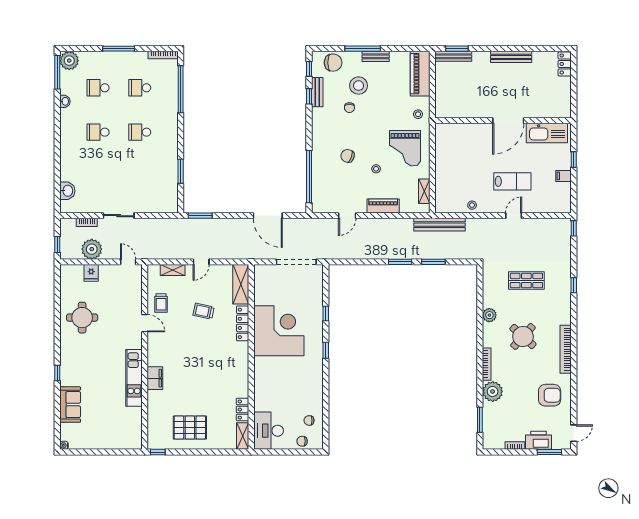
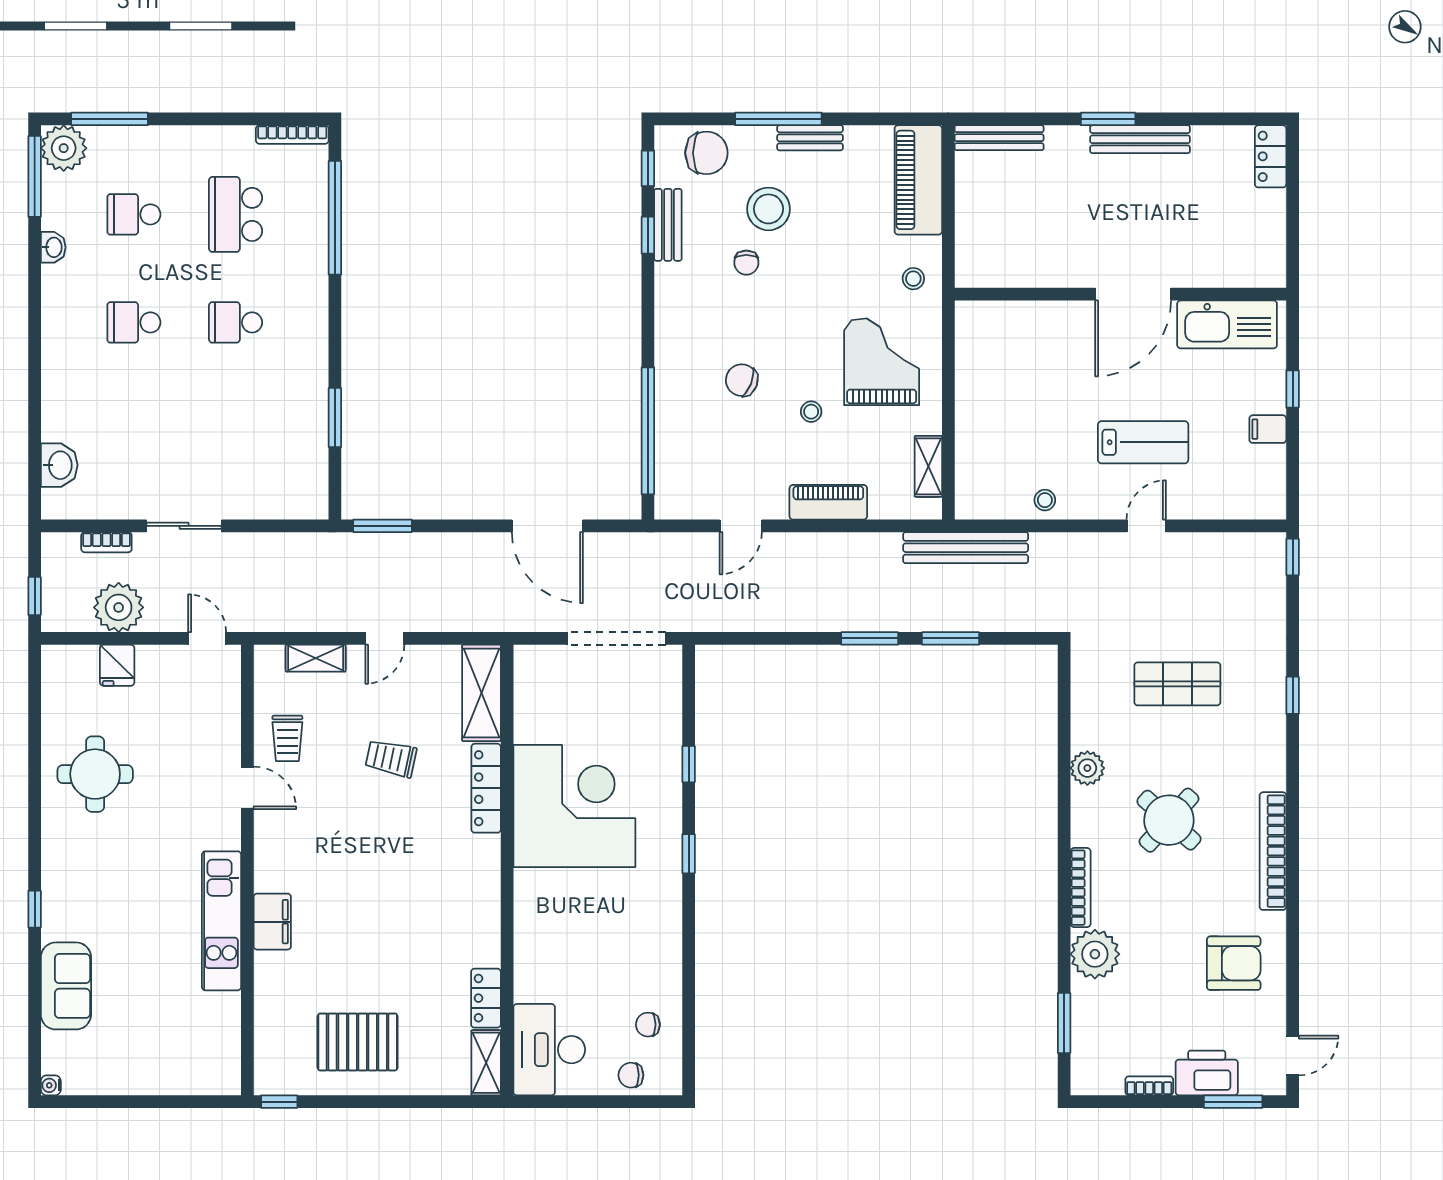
window: (119, 49) -> (109, 119), moved
window: (457, 49) -> (1108, 119), moved
school desk: (140, 88) -> (236, 214), width x1.85
grand piano: (405, 148) -> (882, 362), turned 180

